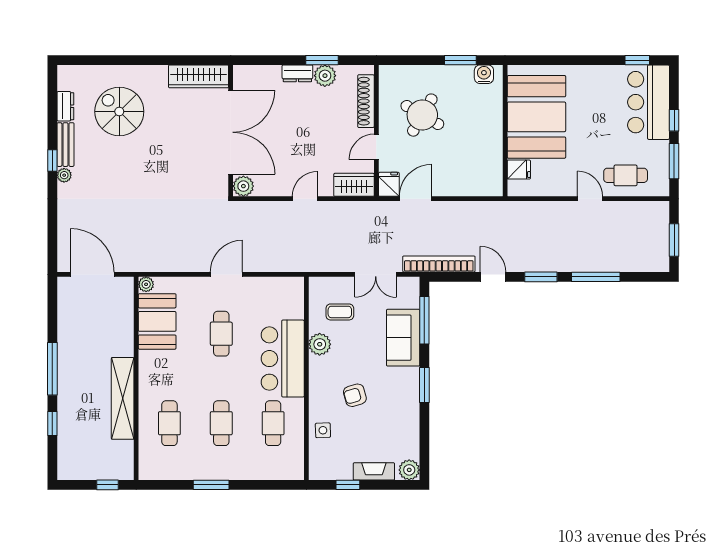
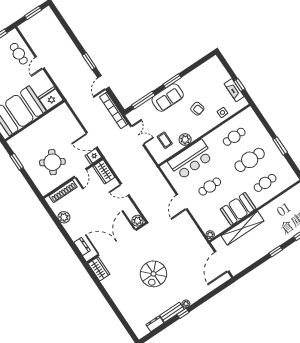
window: (322, 60) -> (58, 223), removed
dresser: (297, 73) -> (82, 247), moved
water cooler: (484, 74) -> (16, 147), removed
wardrobe: (199, 76) -> (99, 269), width x0.67
spiral stairs: (119, 111) -> (153, 274), moved
door: (376, 147) -> (80, 173), hinge flipped
fridge: (519, 170) -> (51, 99), width x1.88, depth x1.34
door: (226, 274) -> (182, 202), hinge flipped
window: (596, 277) -> (73, 37), removed
booth: (157, 321) -> (238, 209), moved
sofa: (403, 338) -> (168, 98), moved
bar counter: (283, 359) -> (191, 160), moved
window: (52, 369) -> (276, 251), width x0.46
shelving: (123, 398) -> (242, 228), moved
cafe table: (221, 423) -> (250, 160), width x1.37, depth x1.35
plant: (409, 470) -> (214, 62), removed
fireplace: (374, 471) -> (234, 90), moved

